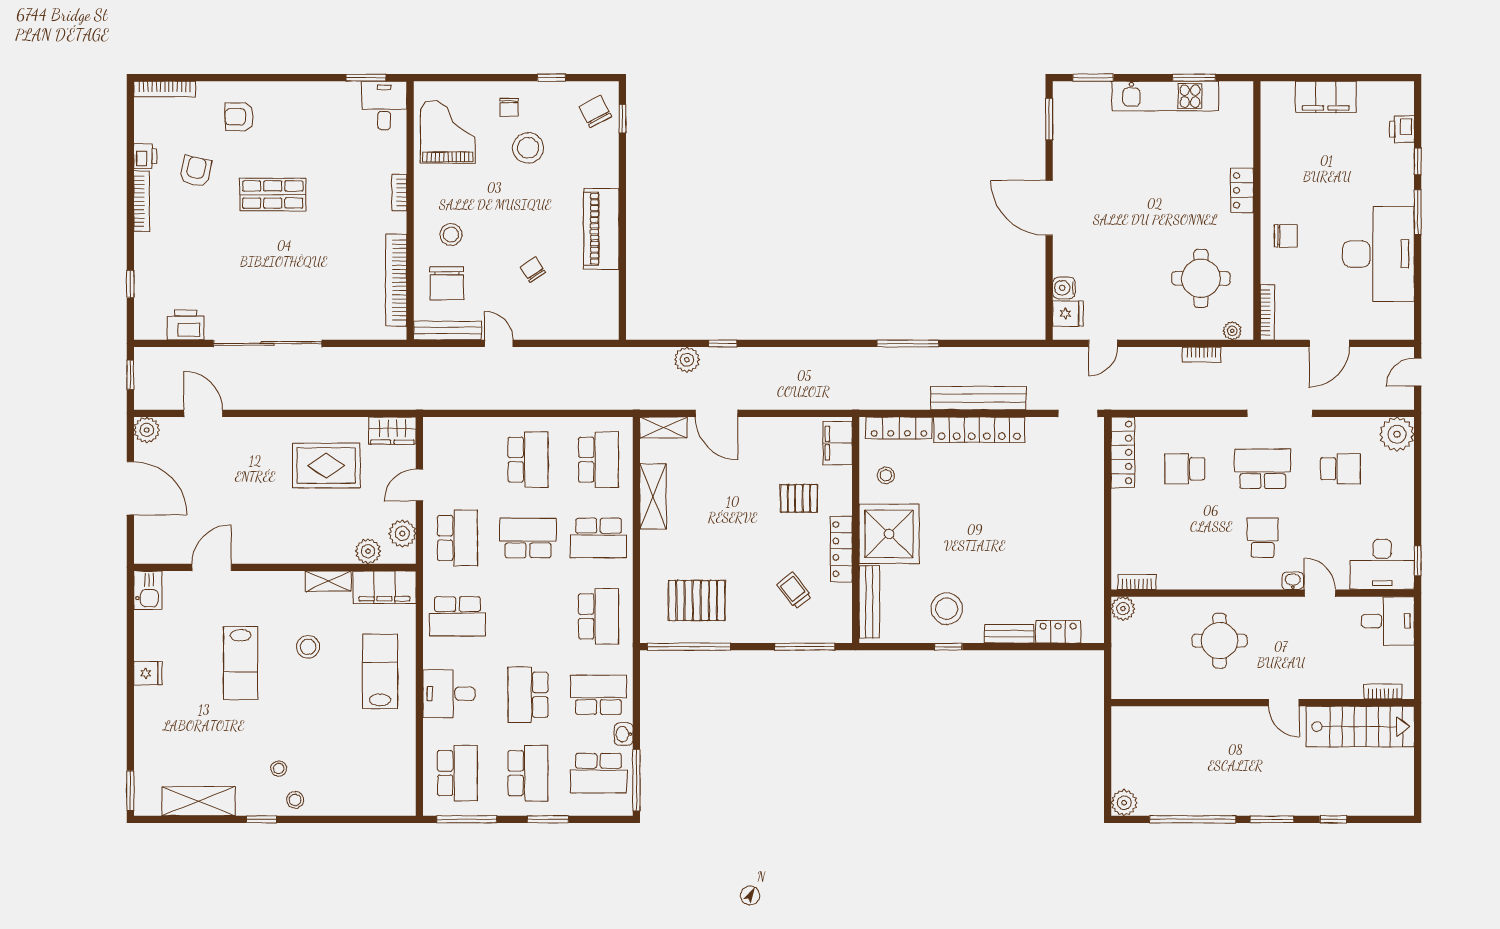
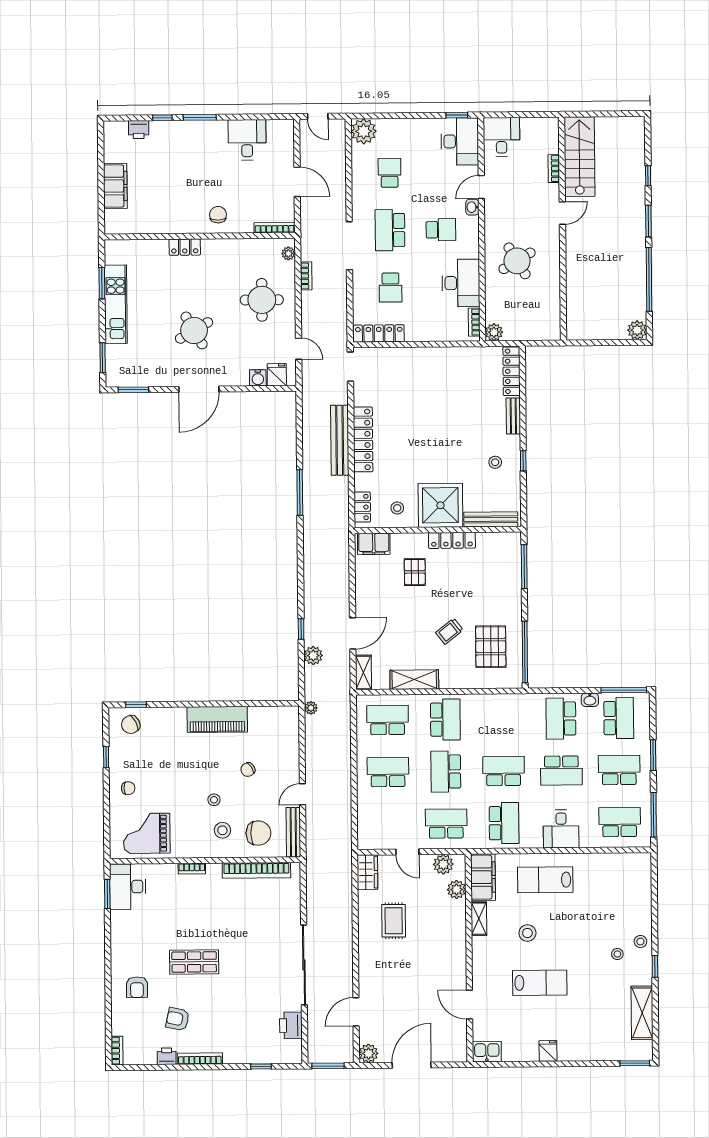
bookcase: (165, 89) -> (117, 1051), width x0.64
desk: (384, 105) -> (128, 887), width x1.37
stool: (528, 148) -> (214, 800), moved, width x0.53, depth x0.53
shop shelf: (273, 195) -> (194, 962), turned 90
round table: (1129, 202) -> (194, 330), added
desk: (1379, 254) -> (247, 140), width x0.53, depth x0.77
round table: (1201, 278) -> (262, 300), moved
plant: (616, 356) -> (311, 708), added
window: (130, 375) -> (328, 1066), width x1.50
doorway: (1280, 413) -> (349, 246), moved
locker: (899, 428) -> (362, 507), width x0.66
rug: (326, 466) -> (394, 921), width x0.73, depth x0.70
school desk: (1263, 538) -> (441, 230), turned 180
desk: (1190, 564) -> (461, 283), added
trolley: (794, 590) -> (449, 631), moved
stool: (947, 609) -> (495, 462), width x0.53, depth x0.53
school desk: (598, 616) -> (504, 771), moved
locker: (1058, 632) -> (512, 371), width x1.53
round table: (1220, 641) -> (517, 261), turned -31
bookcase: (1383, 692) -> (554, 169), moved

